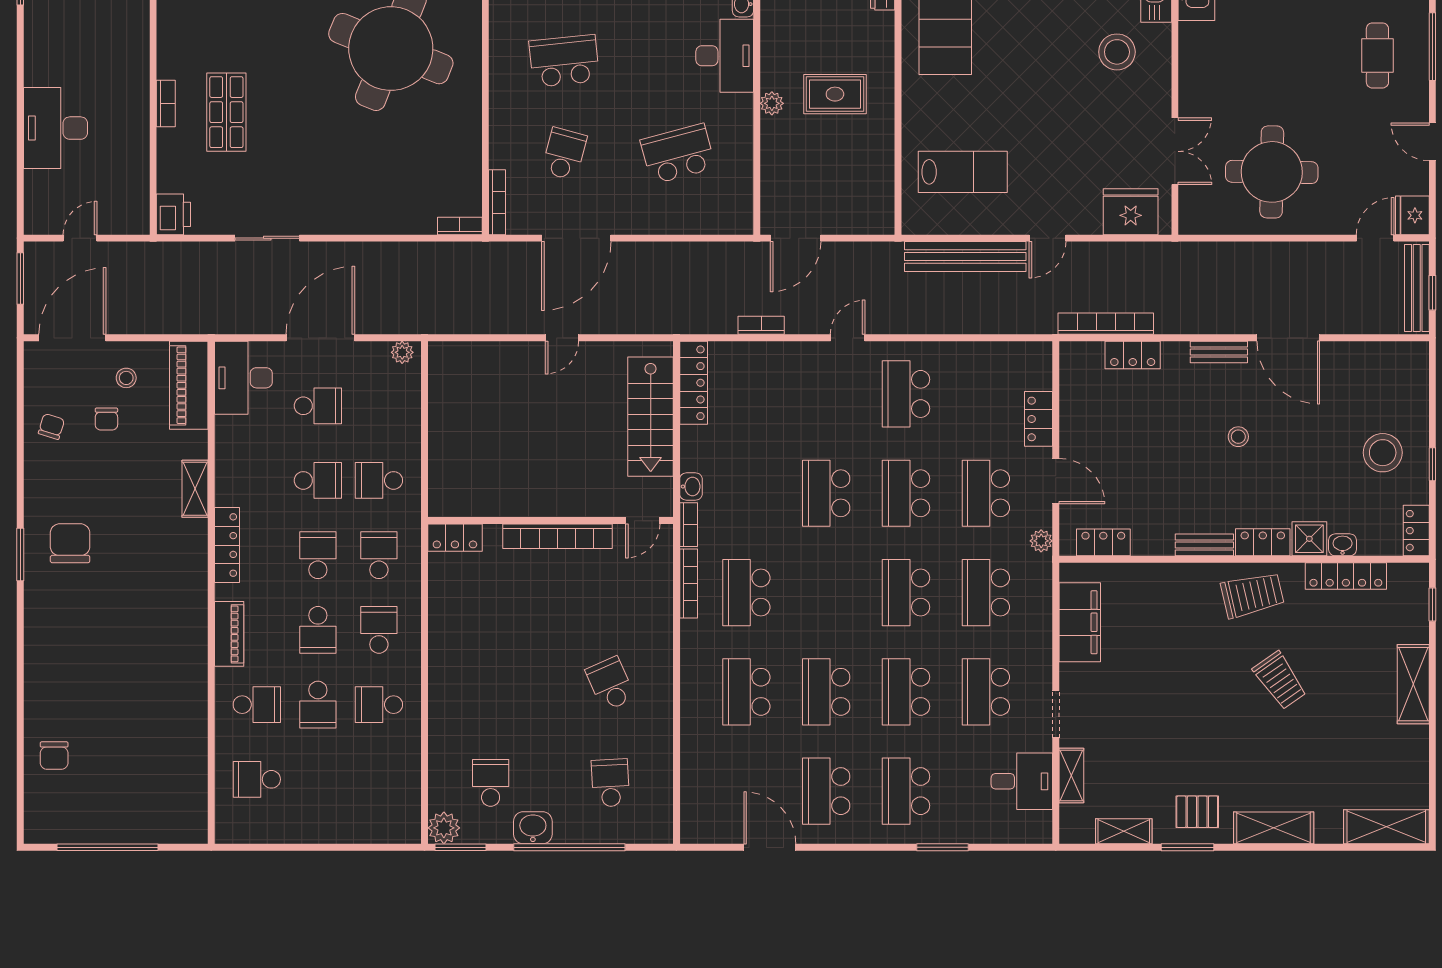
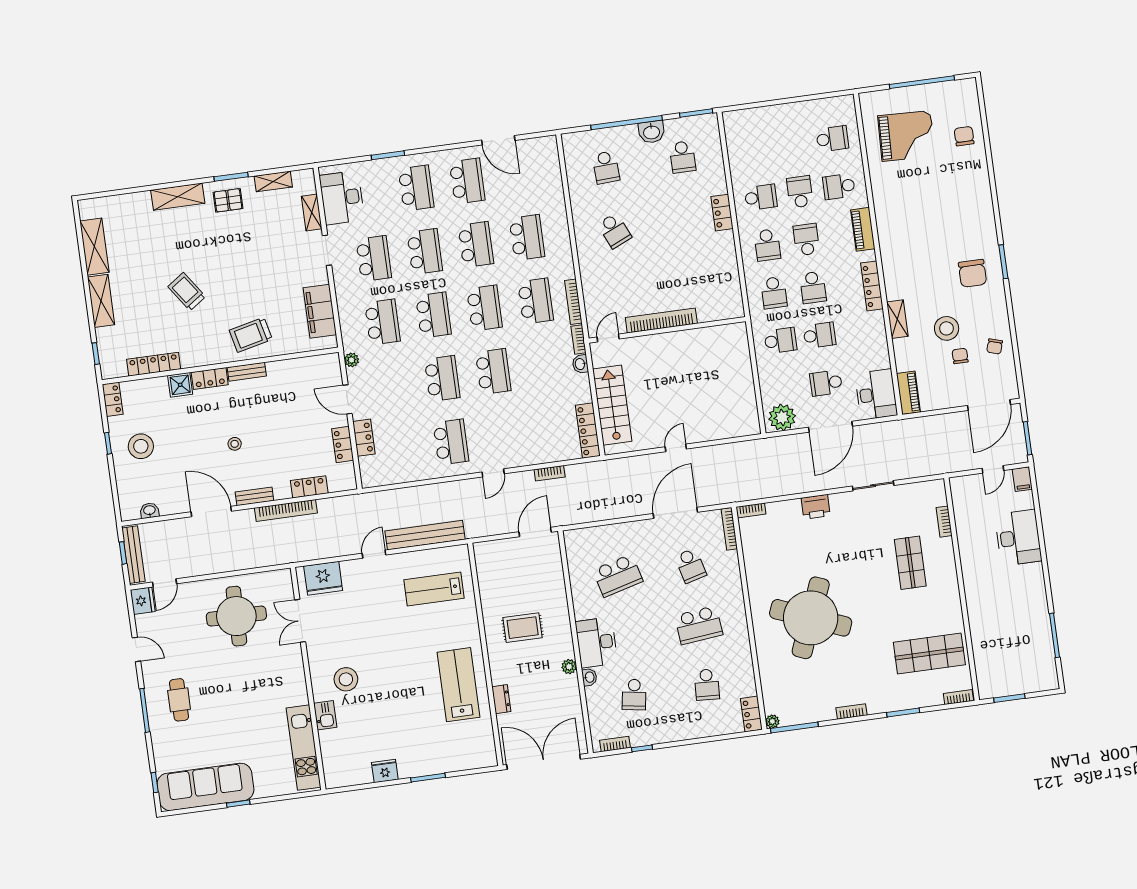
bookcase: (166, 103) -> (944, 522), moved
plant: (772, 103) -> (569, 667), moved
school desk: (564, 154) -> (691, 566), turned -30
printer: (173, 214) -> (816, 507), moved, turned -90
filing cabinet: (37, 217) -> (1022, 479), added
bookcase: (1106, 324) -> (286, 510), moved
plant: (402, 352) -> (782, 417), width x1.88, depth x1.88
stool: (126, 378) -> (947, 328), moved, width x1.89, depth x1.89
piano: (189, 385) -> (908, 393), width x0.73, depth x0.75
school desk: (318, 480) -> (819, 335), turned 180
school desk: (986, 493) -> (485, 308), moved
locker: (455, 538) -> (722, 213), moved, turned -90
locker: (1103, 542) -> (343, 444), moved, turned 90
washbasin: (1343, 545) -> (149, 511), moved, turned 180
trolley: (1252, 595) -> (251, 335), moved
grand piano: (143, 768) -> (906, 136), added
desk: (1022, 781) -> (342, 198), width x1.37
shelving: (1386, 827) -> (94, 247), moved, turned 90
plant: (444, 828) -> (708, 124), removed

